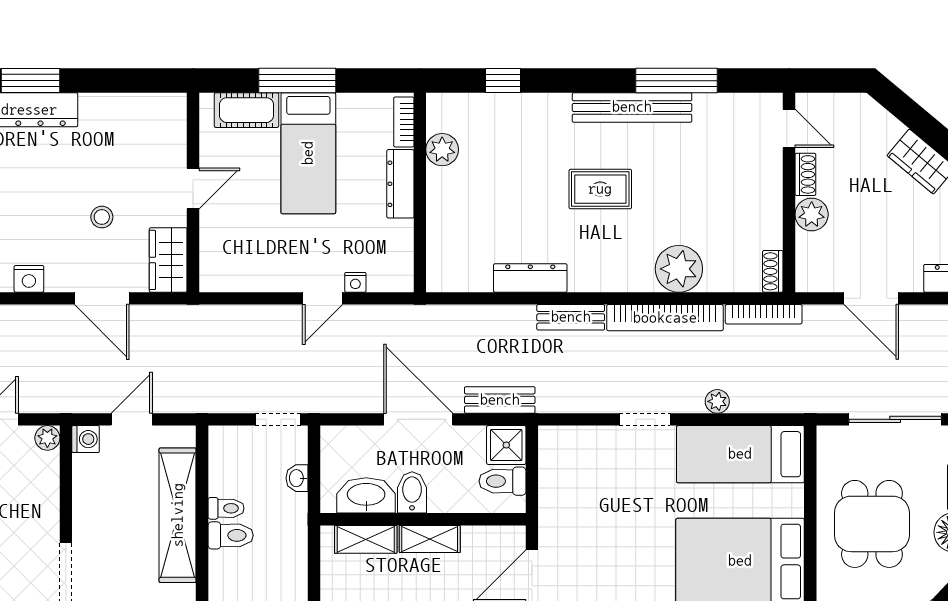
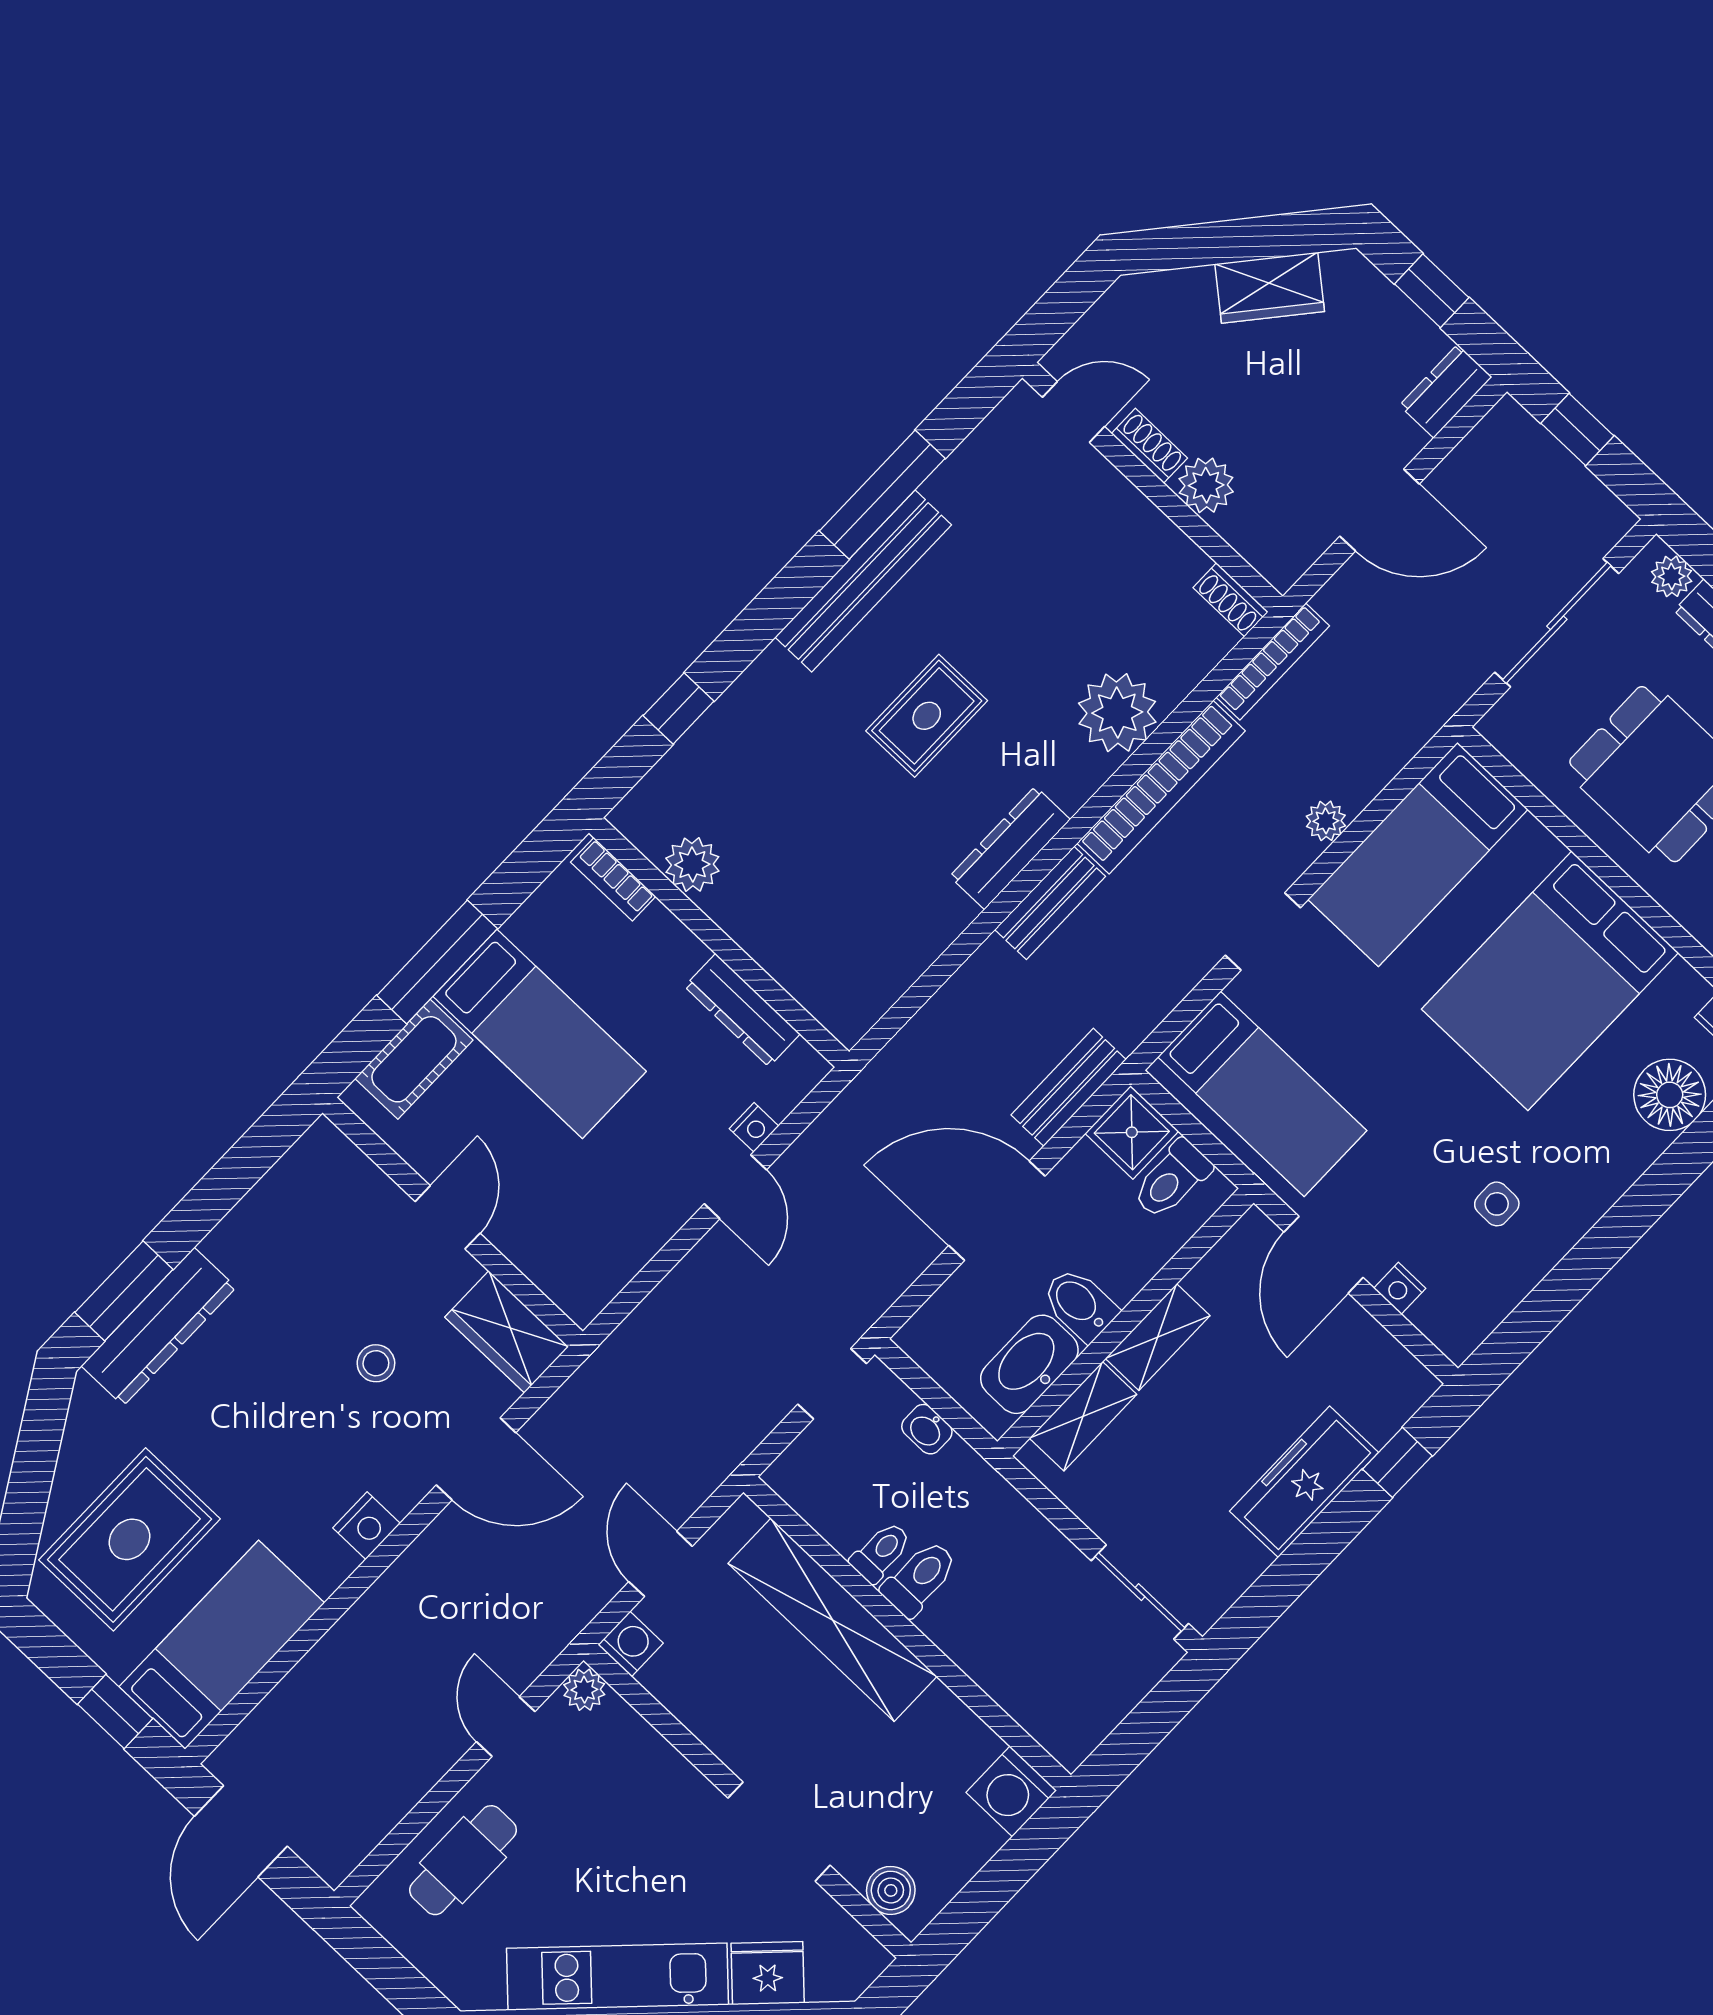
dresser: (400, 184) -> (742, 1010), moved
dresser: (530, 278) -> (1010, 848), moved
bed: (575, 485) -> (1262, 1094), added

